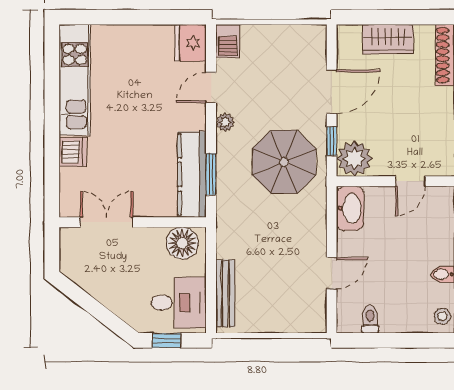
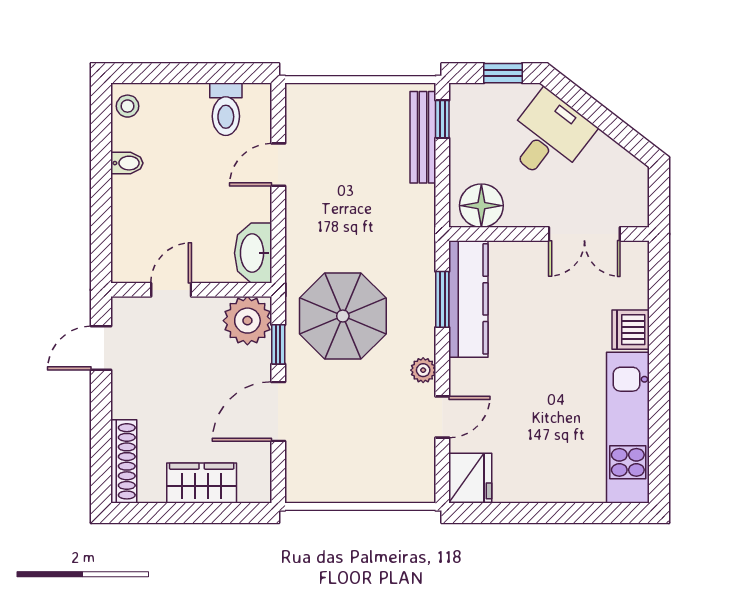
barbecue: (228, 41) -> (420, 481), removed
desk: (179, 303) -> (549, 137), moved, turned 128
window: (211, 307) -> (442, 119), added
toilet: (370, 319) -> (226, 109), width x1.37, depth x1.39

